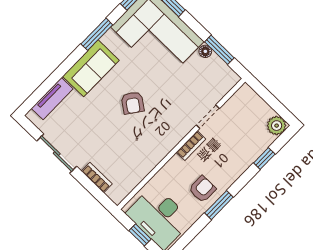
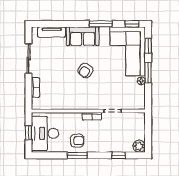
window: (219, 50) -> (148, 73), moved

